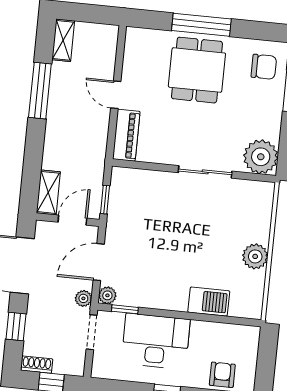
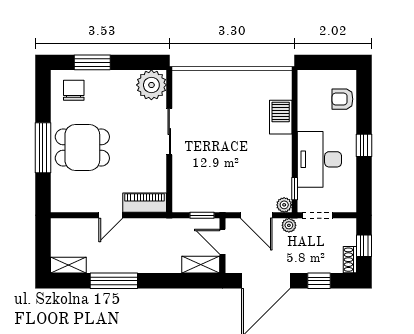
plant: (255, 256) -> (238, 81), removed

